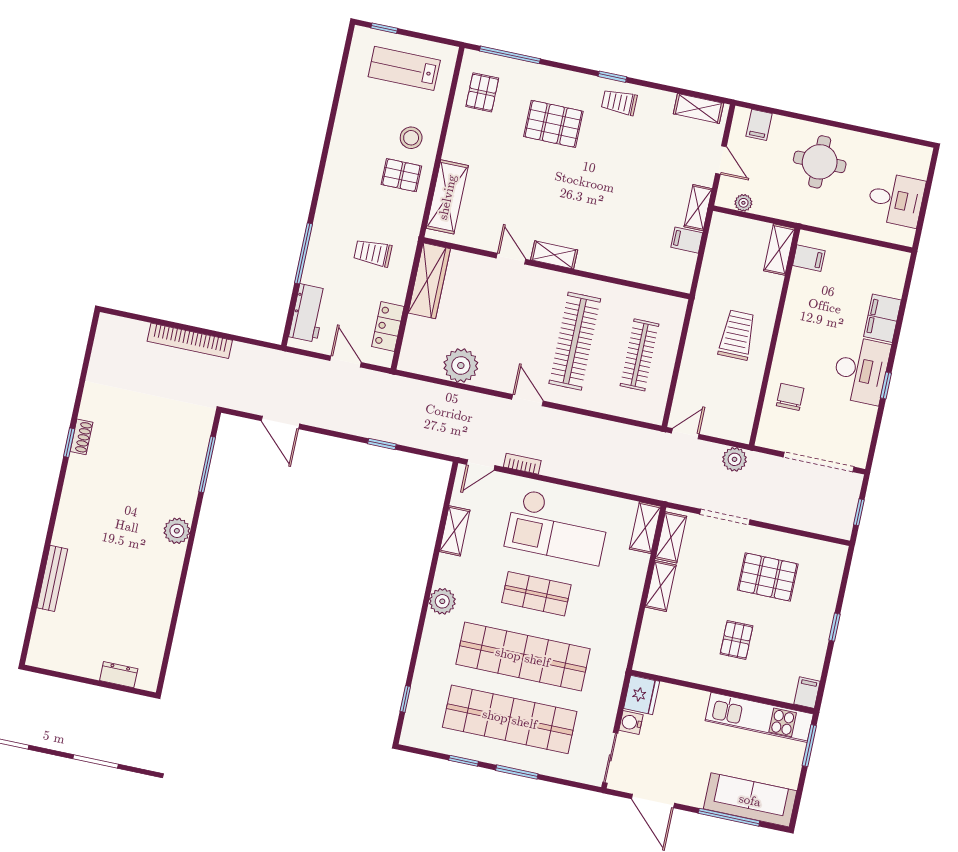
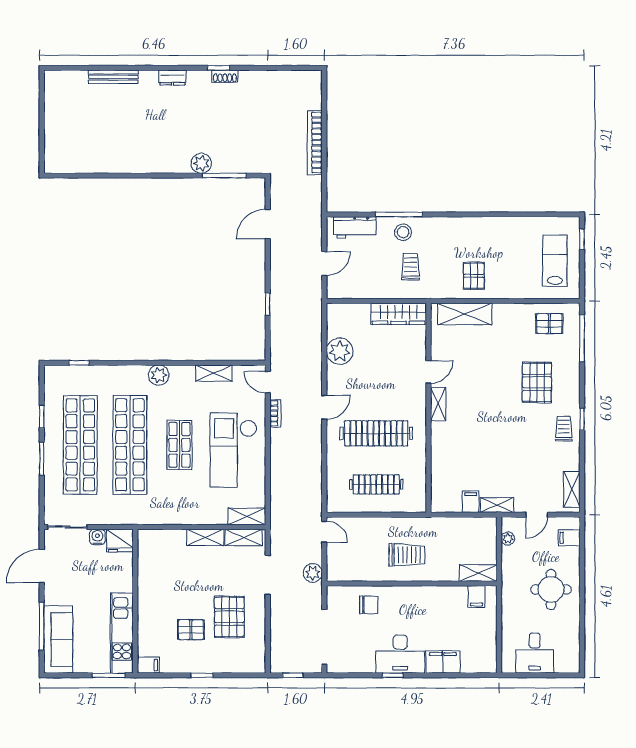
stool: (411, 138) -> (403, 232), moved
locker: (388, 326) -> (357, 290), removed
plant: (177, 531) -> (201, 163), moved
pallet: (737, 640) -> (191, 630), moved
dresser: (119, 675) -> (172, 78), moved, turned 90

